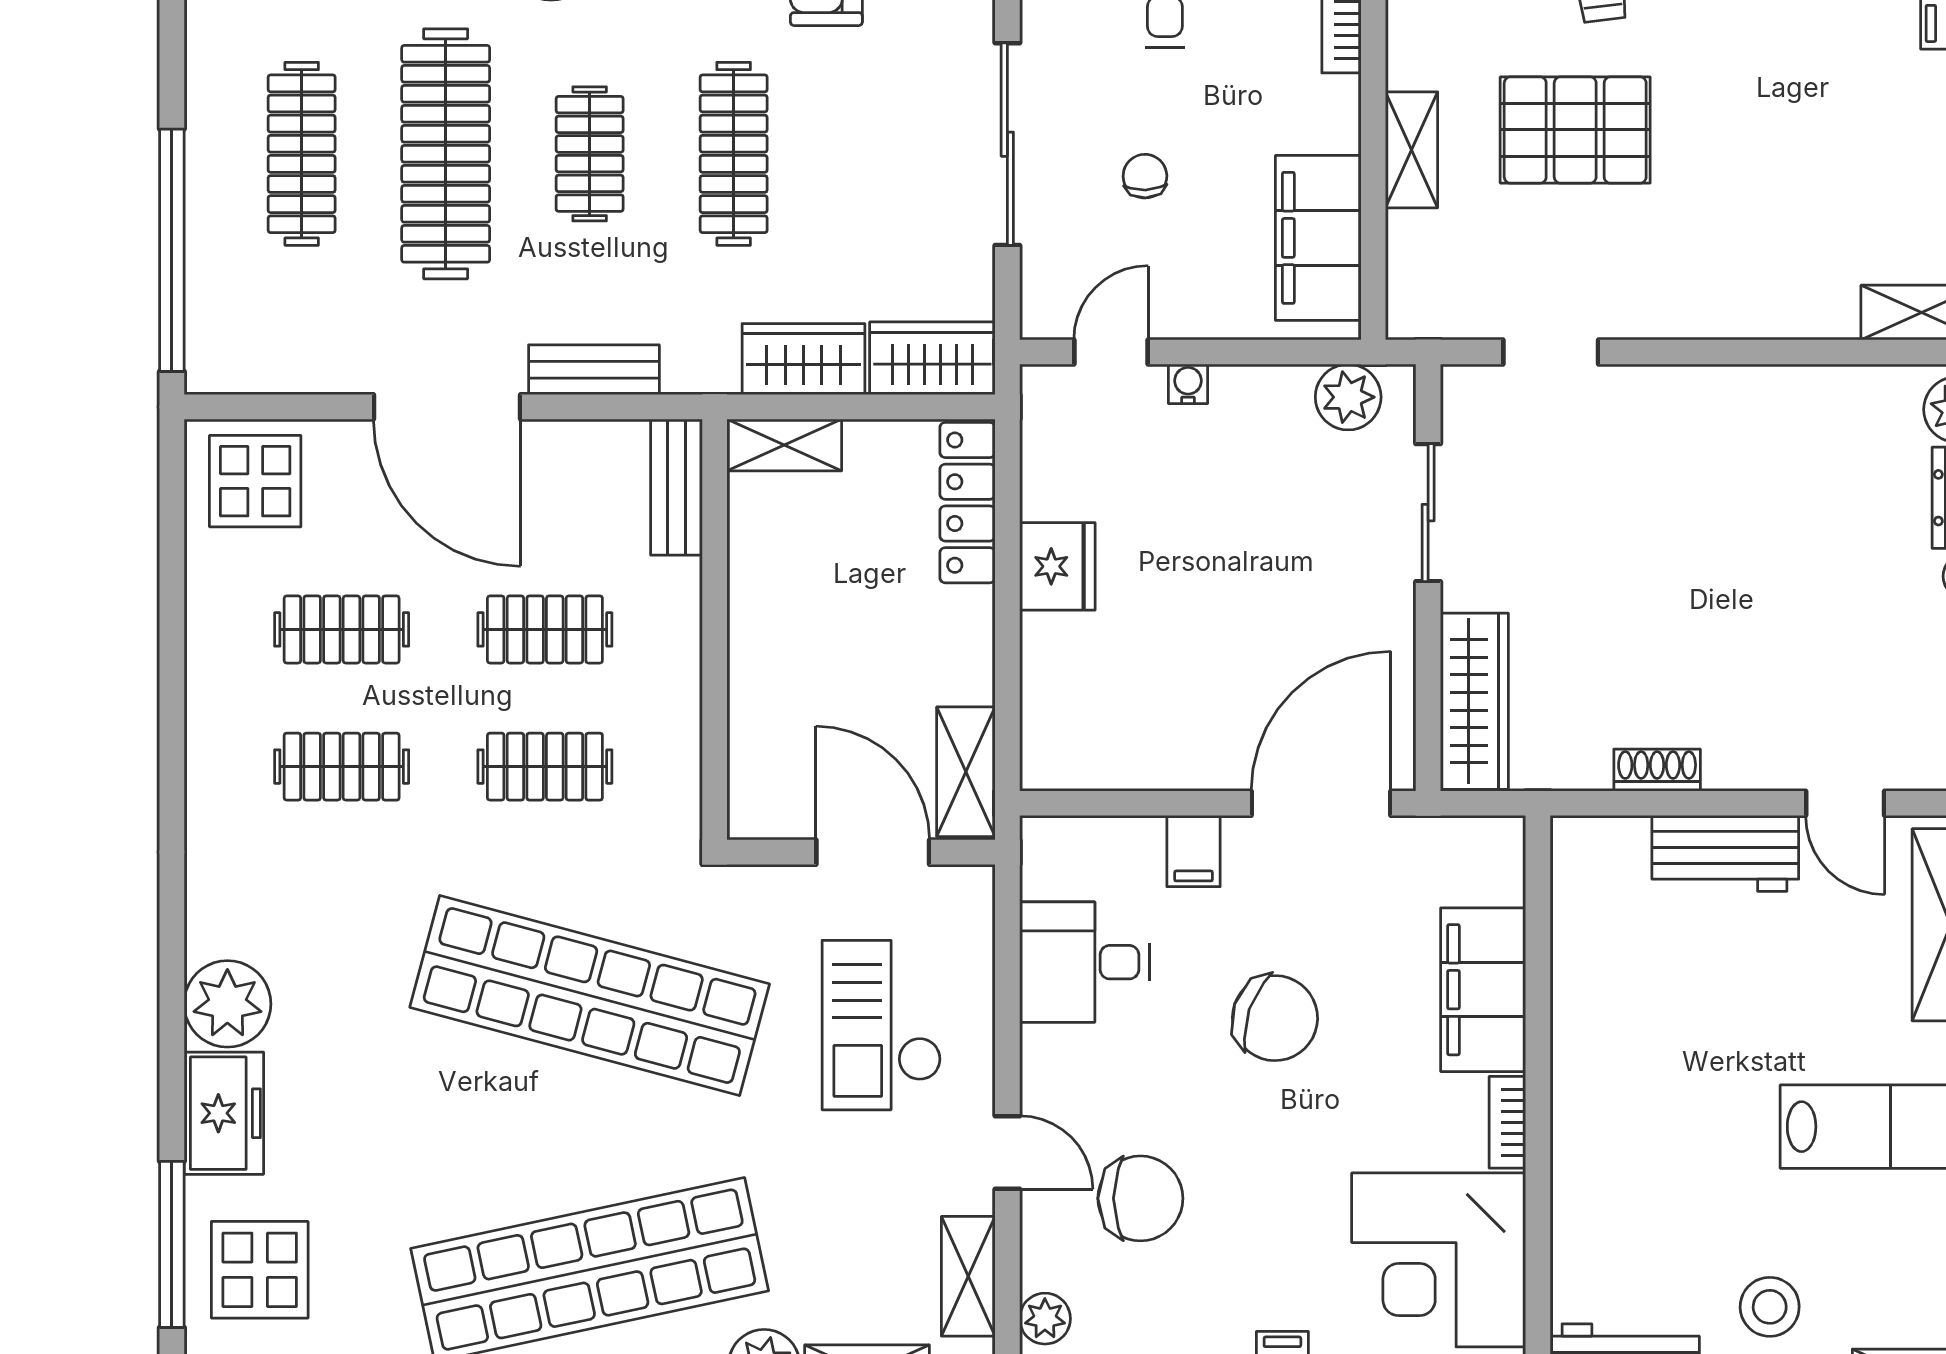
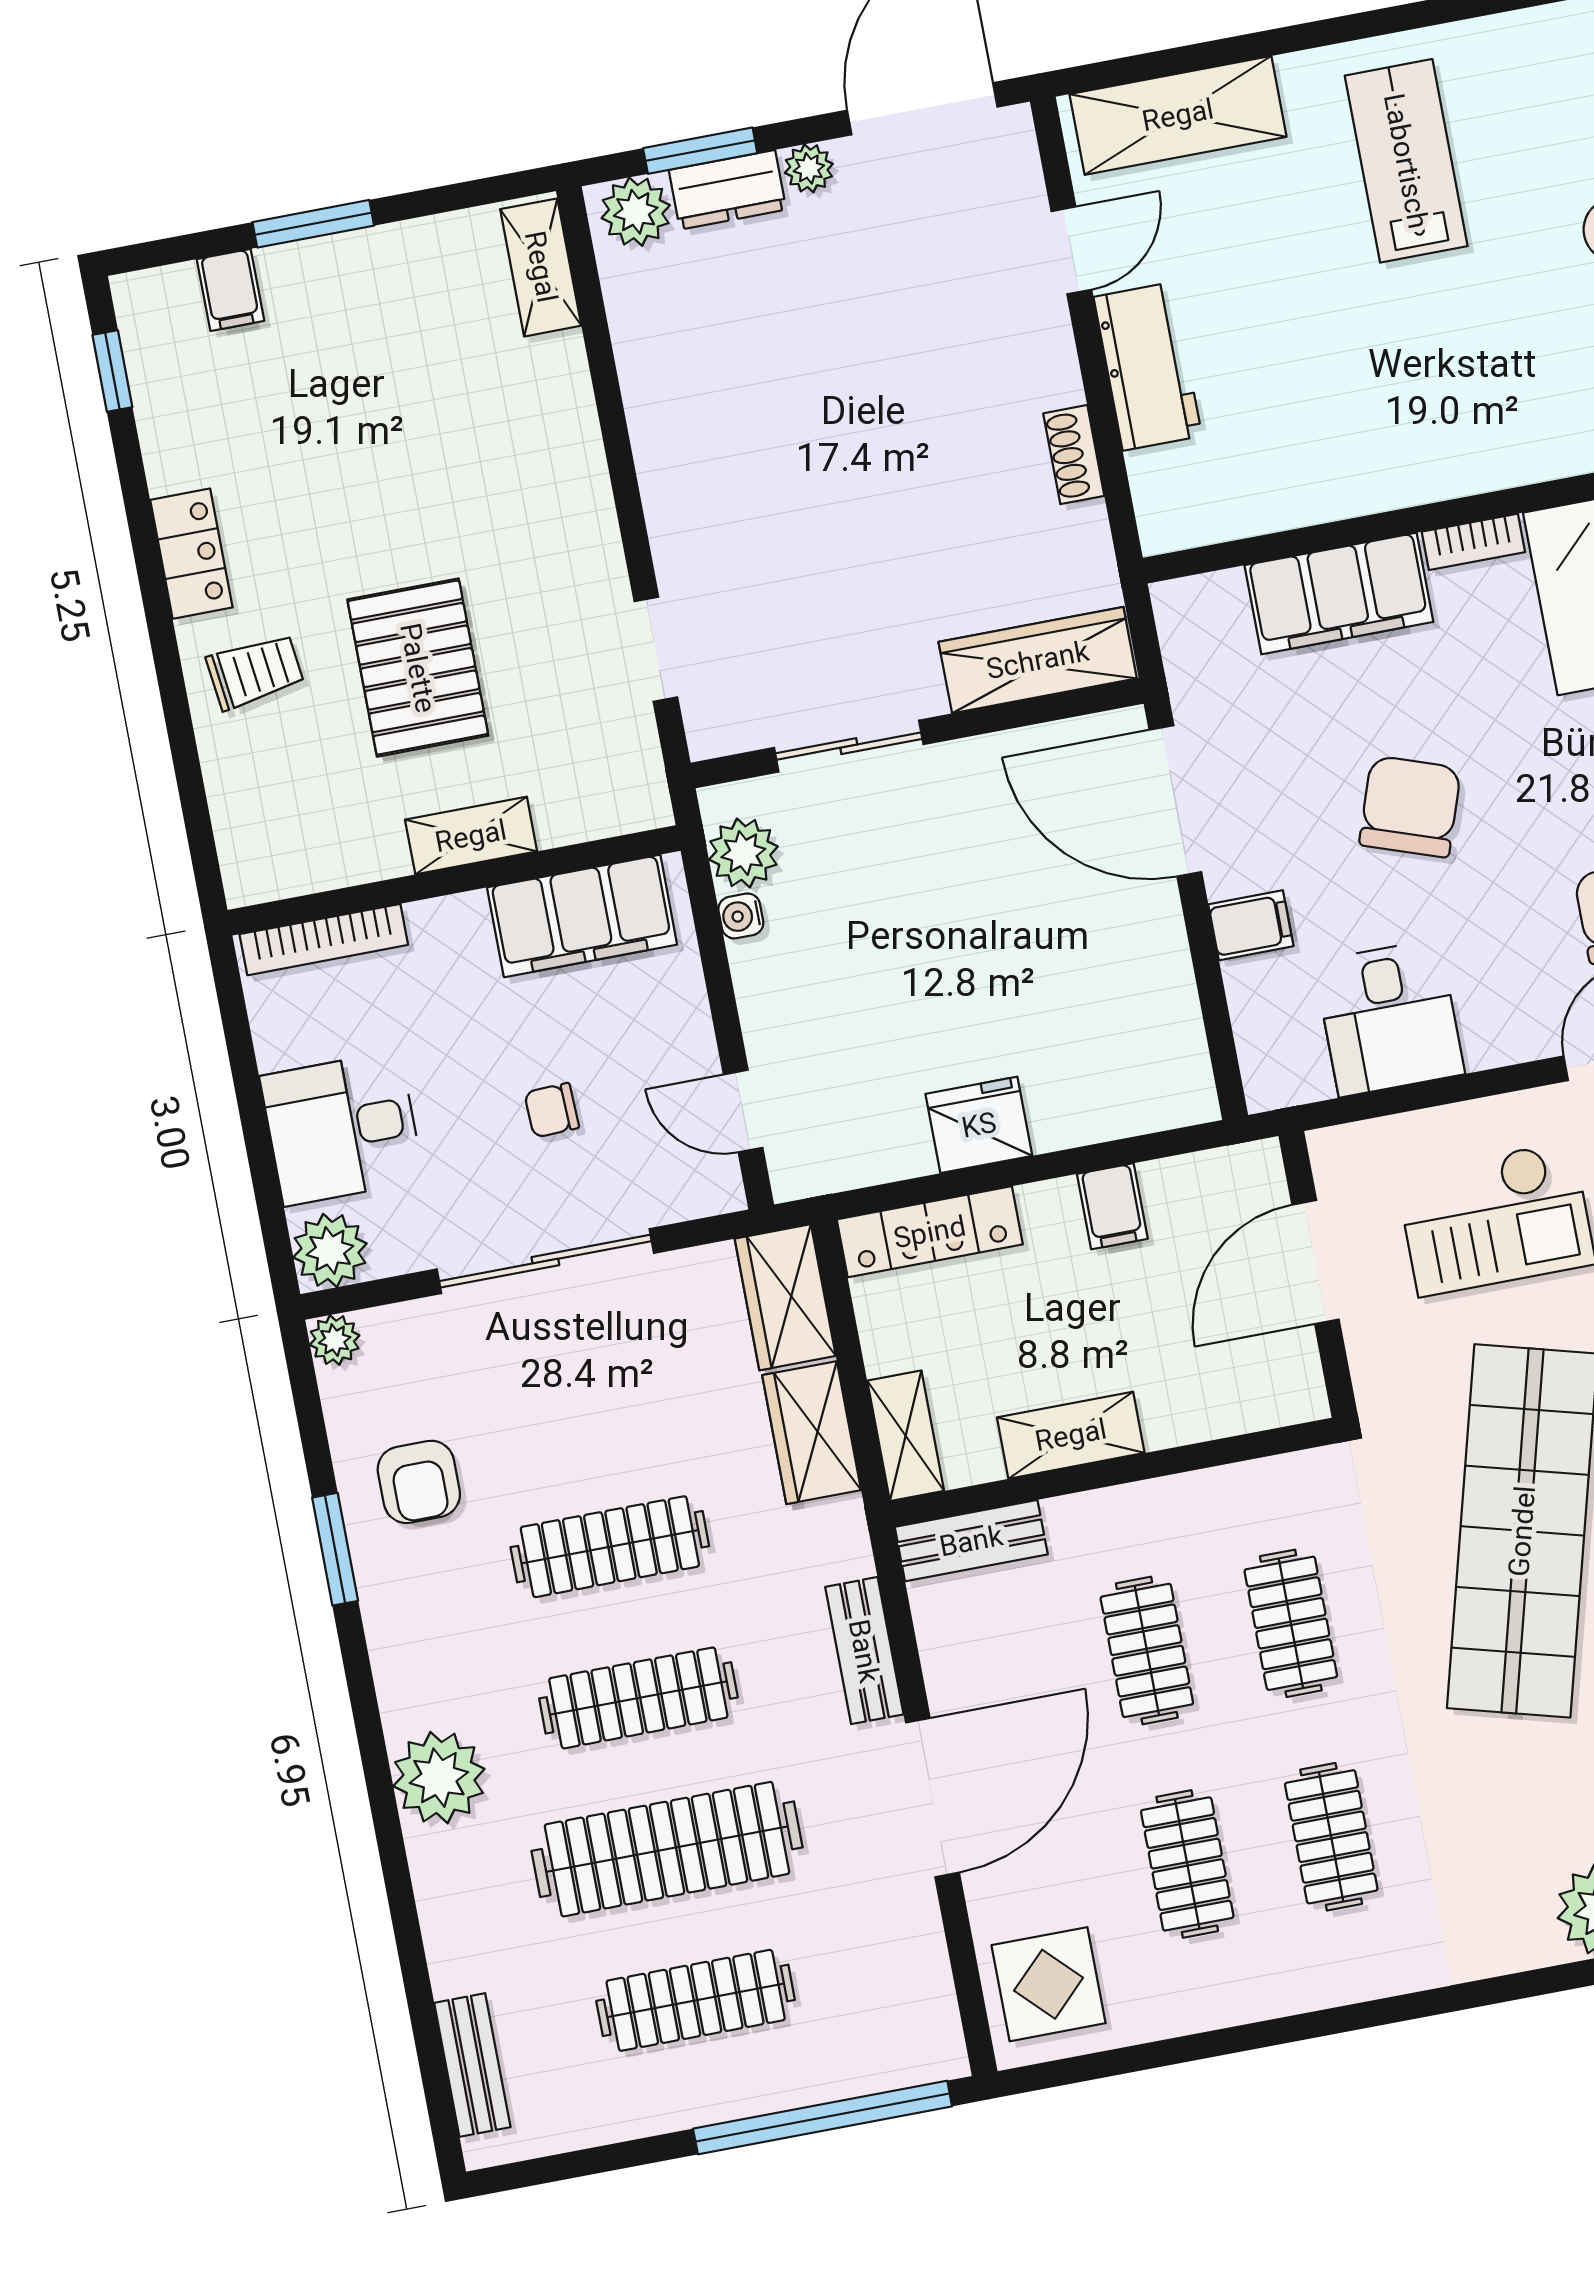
clothes rail: (590, 154) -> (638, 1698), width x1.36
water cooler: (1188, 384) -> (741, 916), moved
filing cabinet: (959, 675) -> (1112, 1206), added
shelving: (966, 772) -> (1071, 1435), moved

